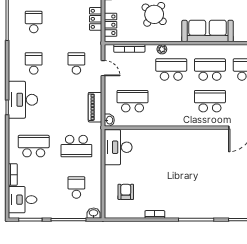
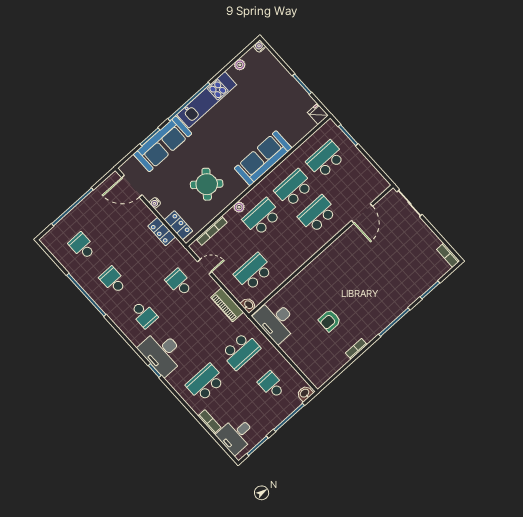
school desk: (34, 63) -> (144, 314), turned 180
armchair: (126, 192) -> (330, 320), moved, turned -90

